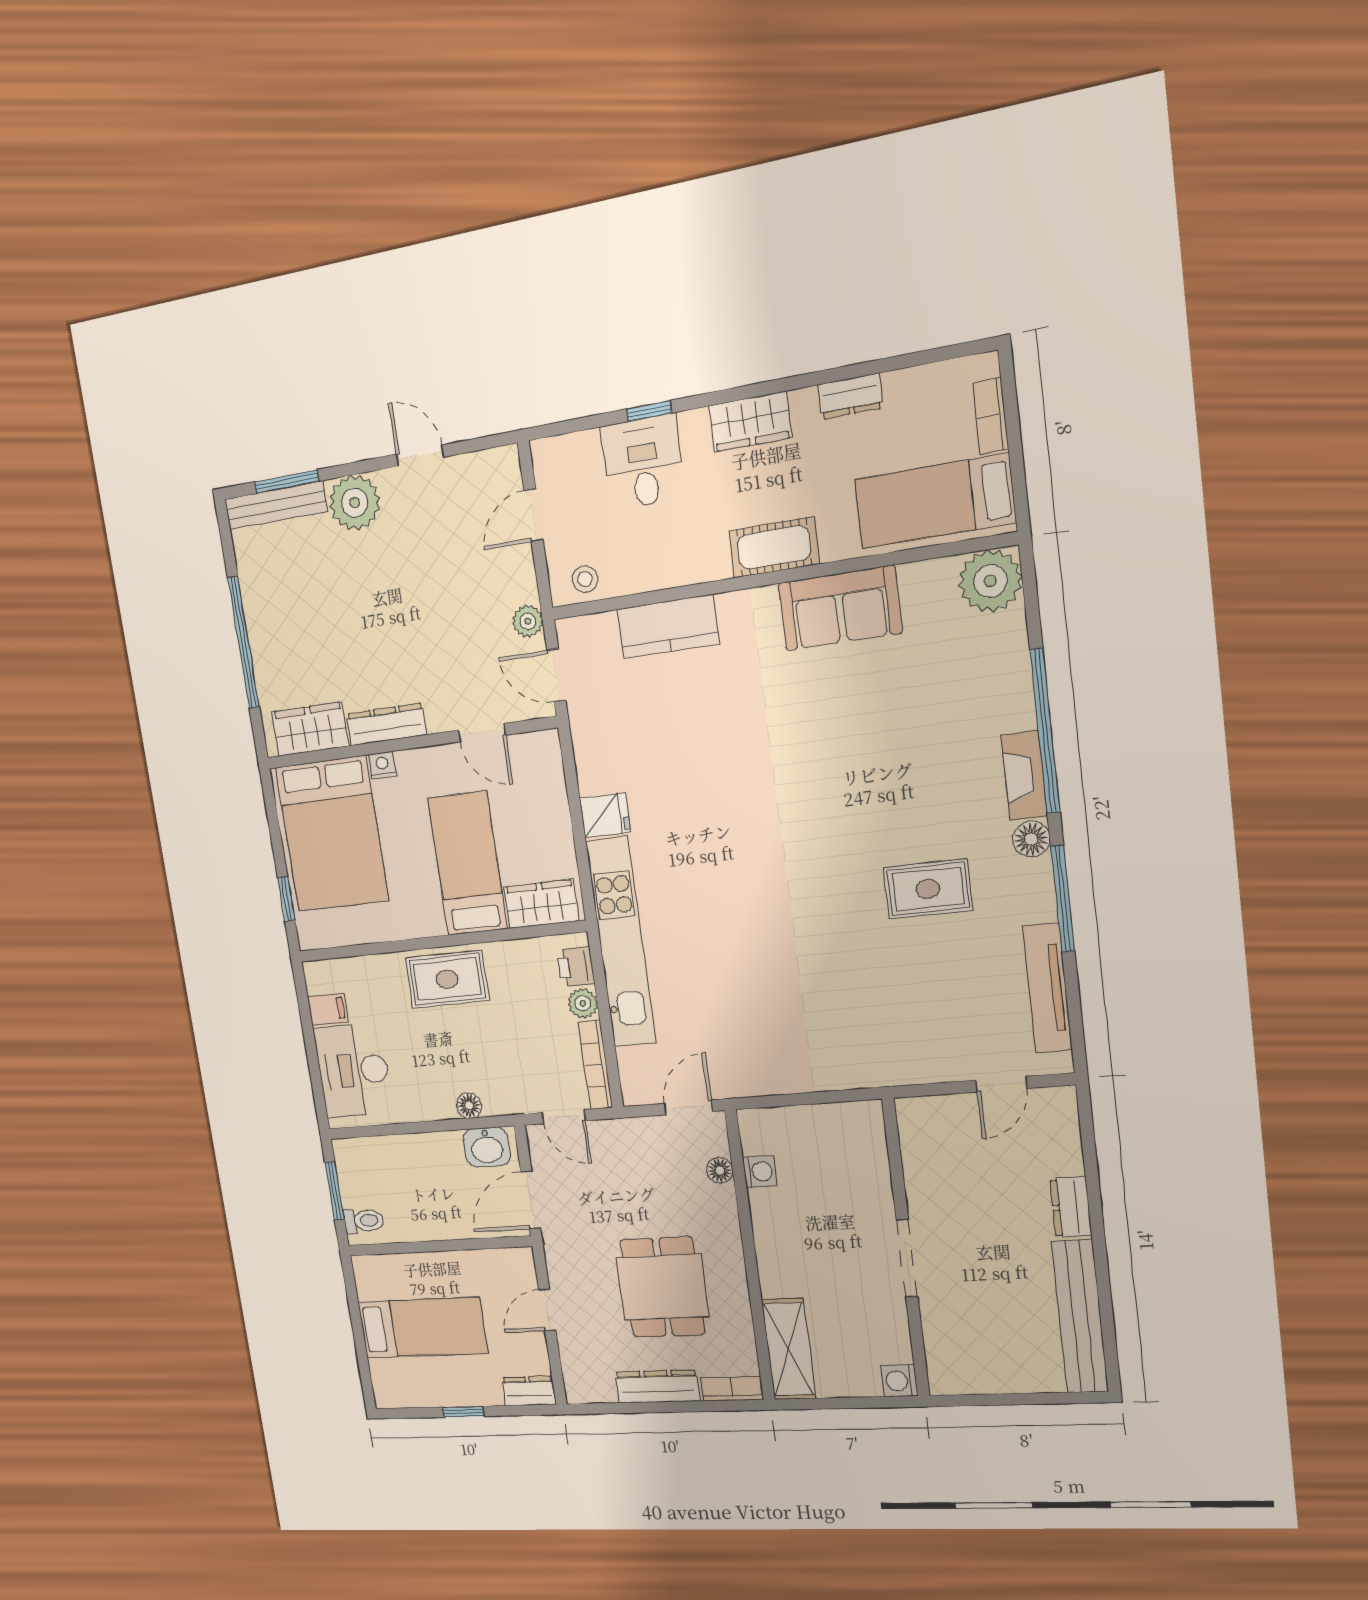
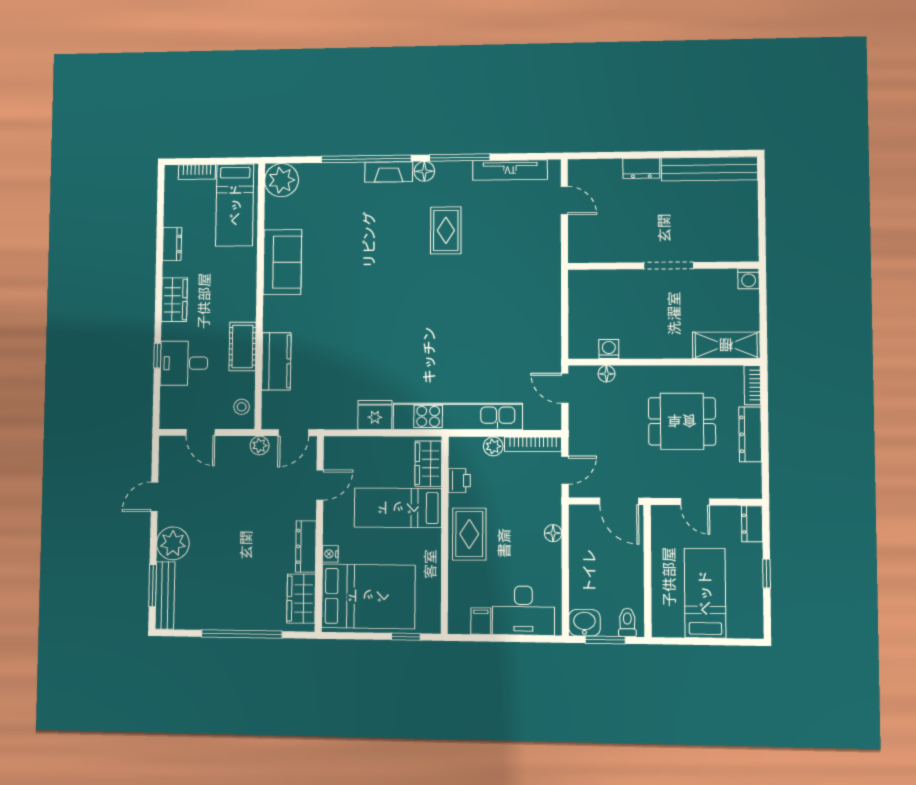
cot: (774, 547) -> (243, 346), moved
fridge: (605, 815) -> (375, 415), width x1.38
printer: (576, 967) -> (459, 480), moved, turned -90
washbasin: (487, 1147) -> (584, 623), moved, turned -90

